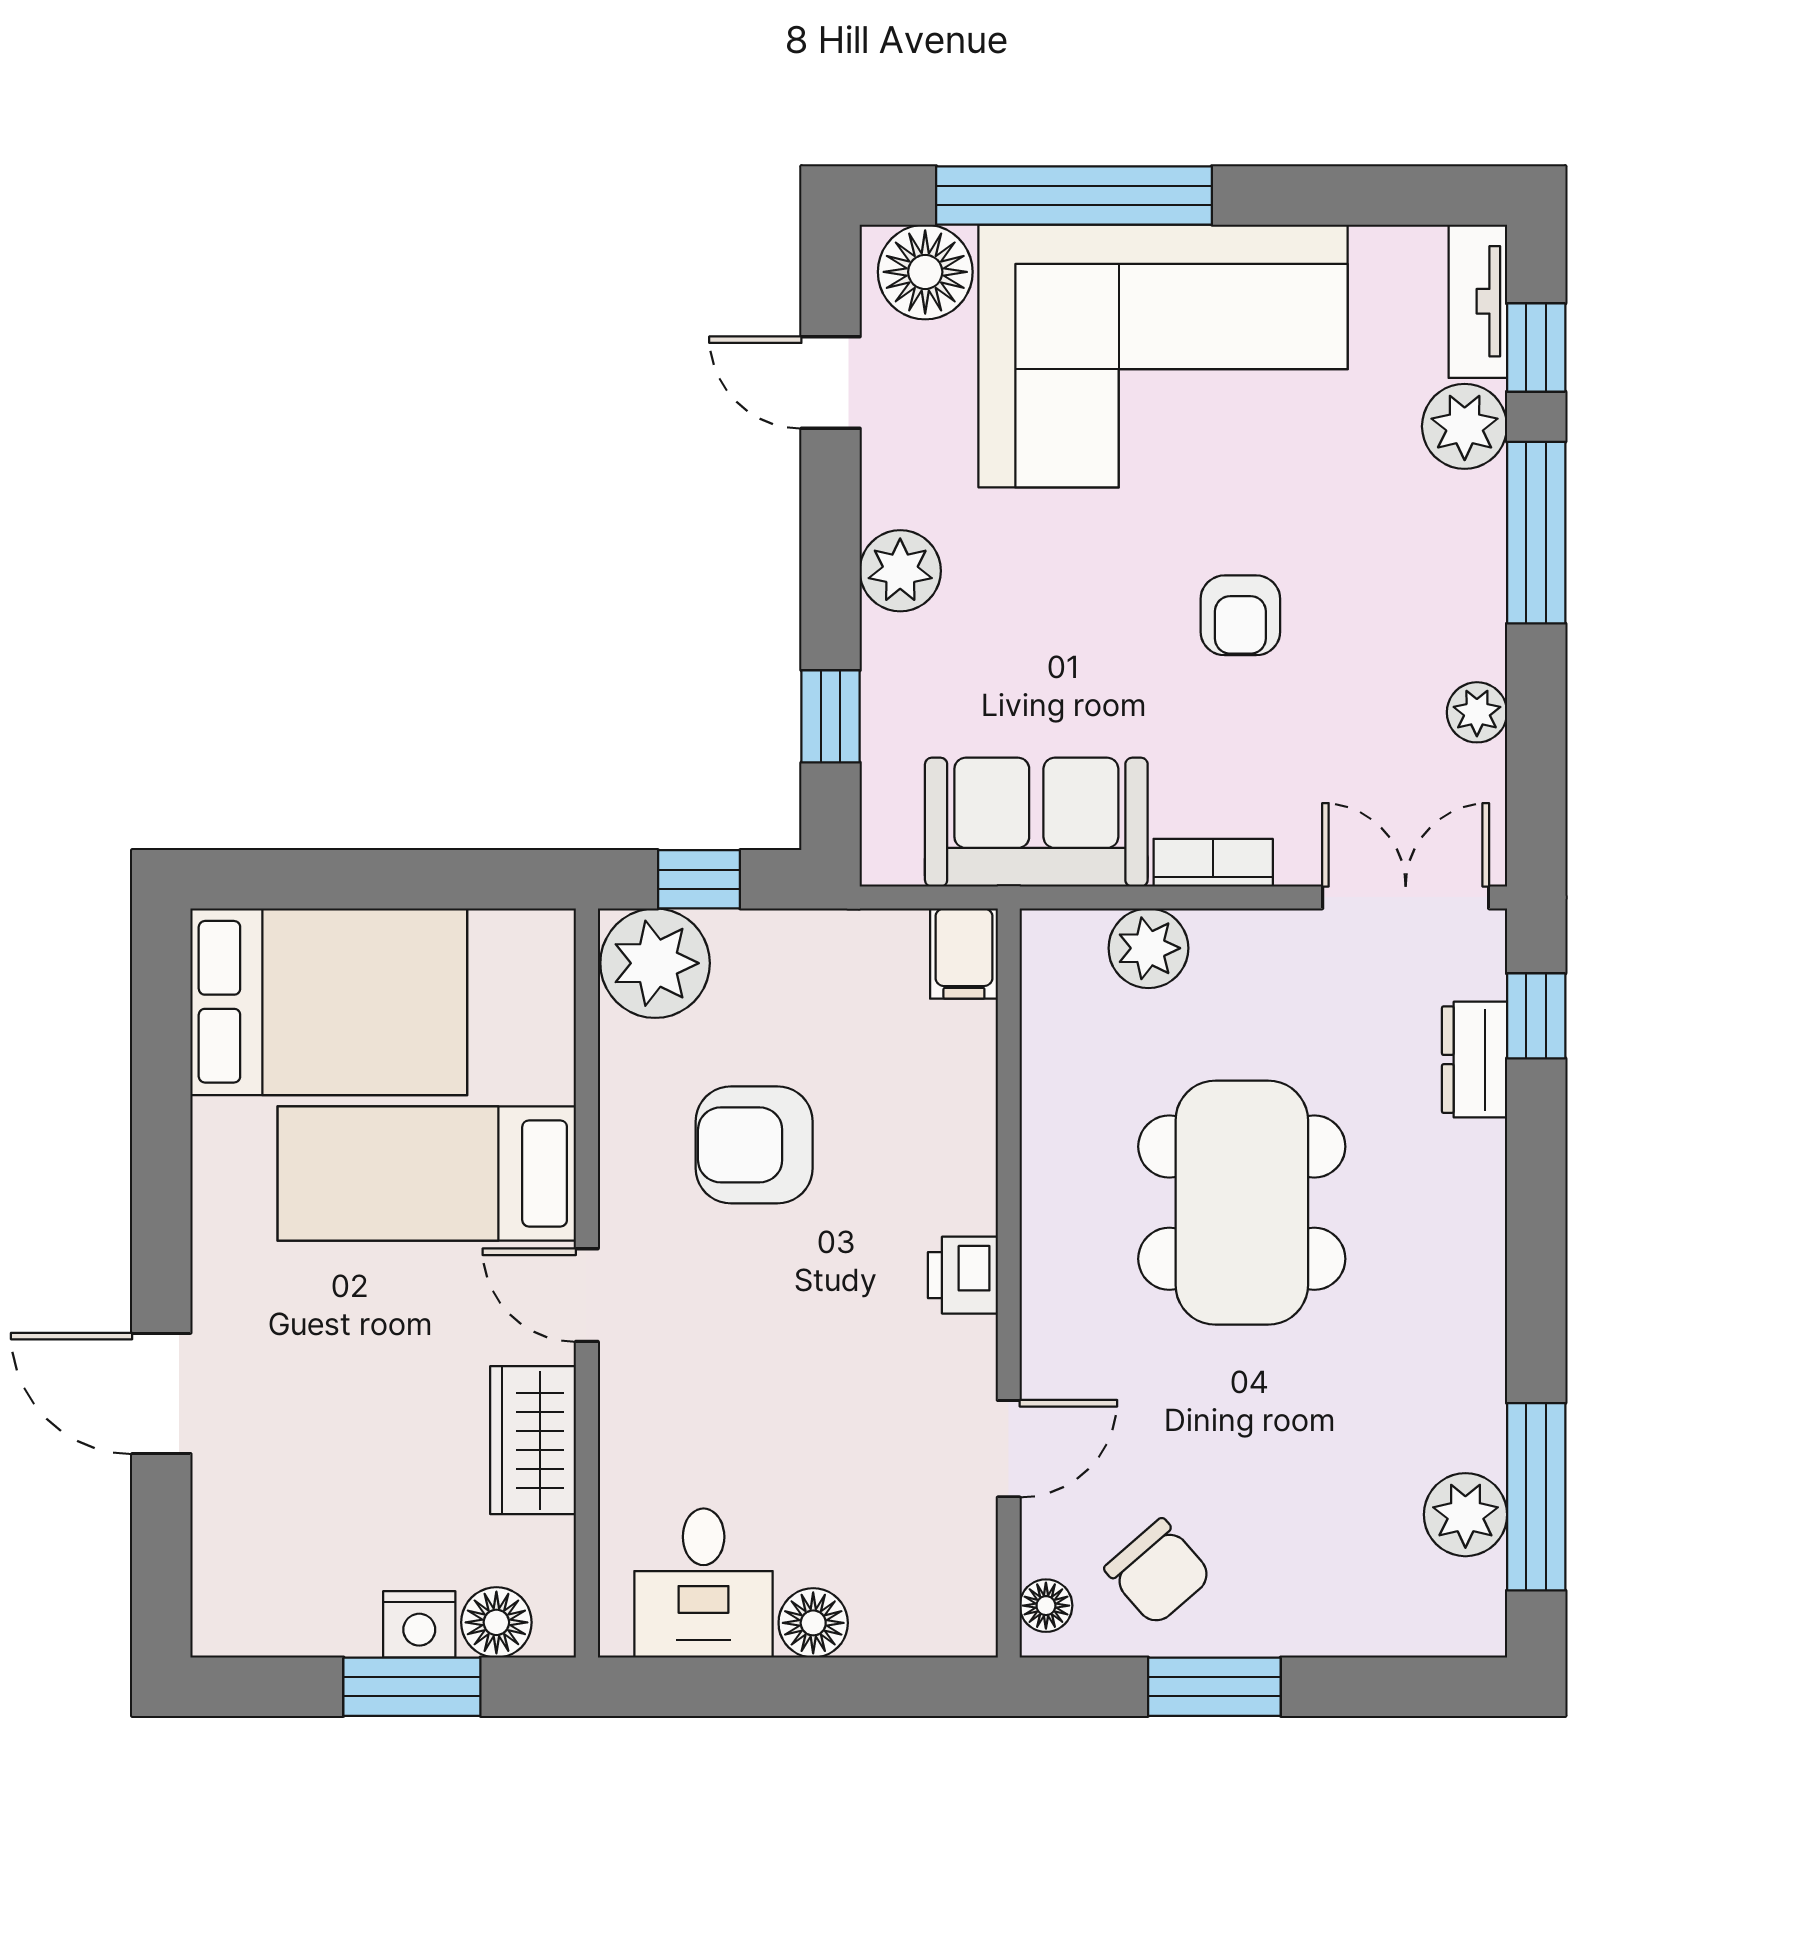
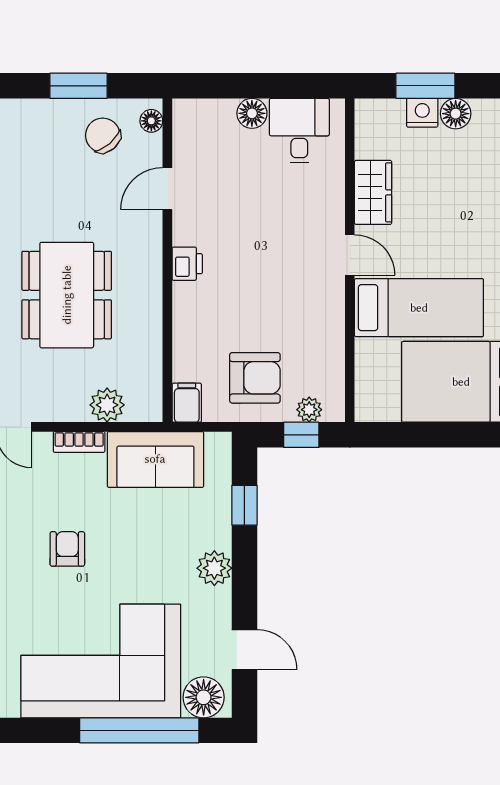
plant: (655, 963) -> (309, 410), width x0.53, depth x0.53
armchair: (754, 1145) -> (255, 378), moved
floor lamp: (496, 1622) -> (456, 114), moved

